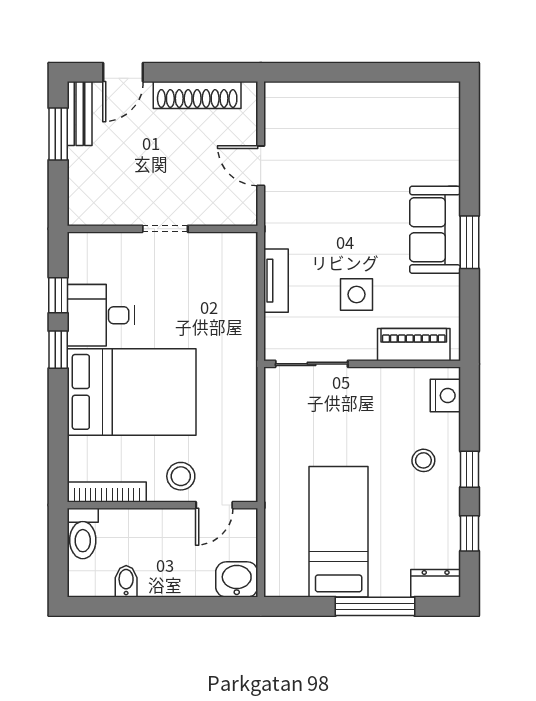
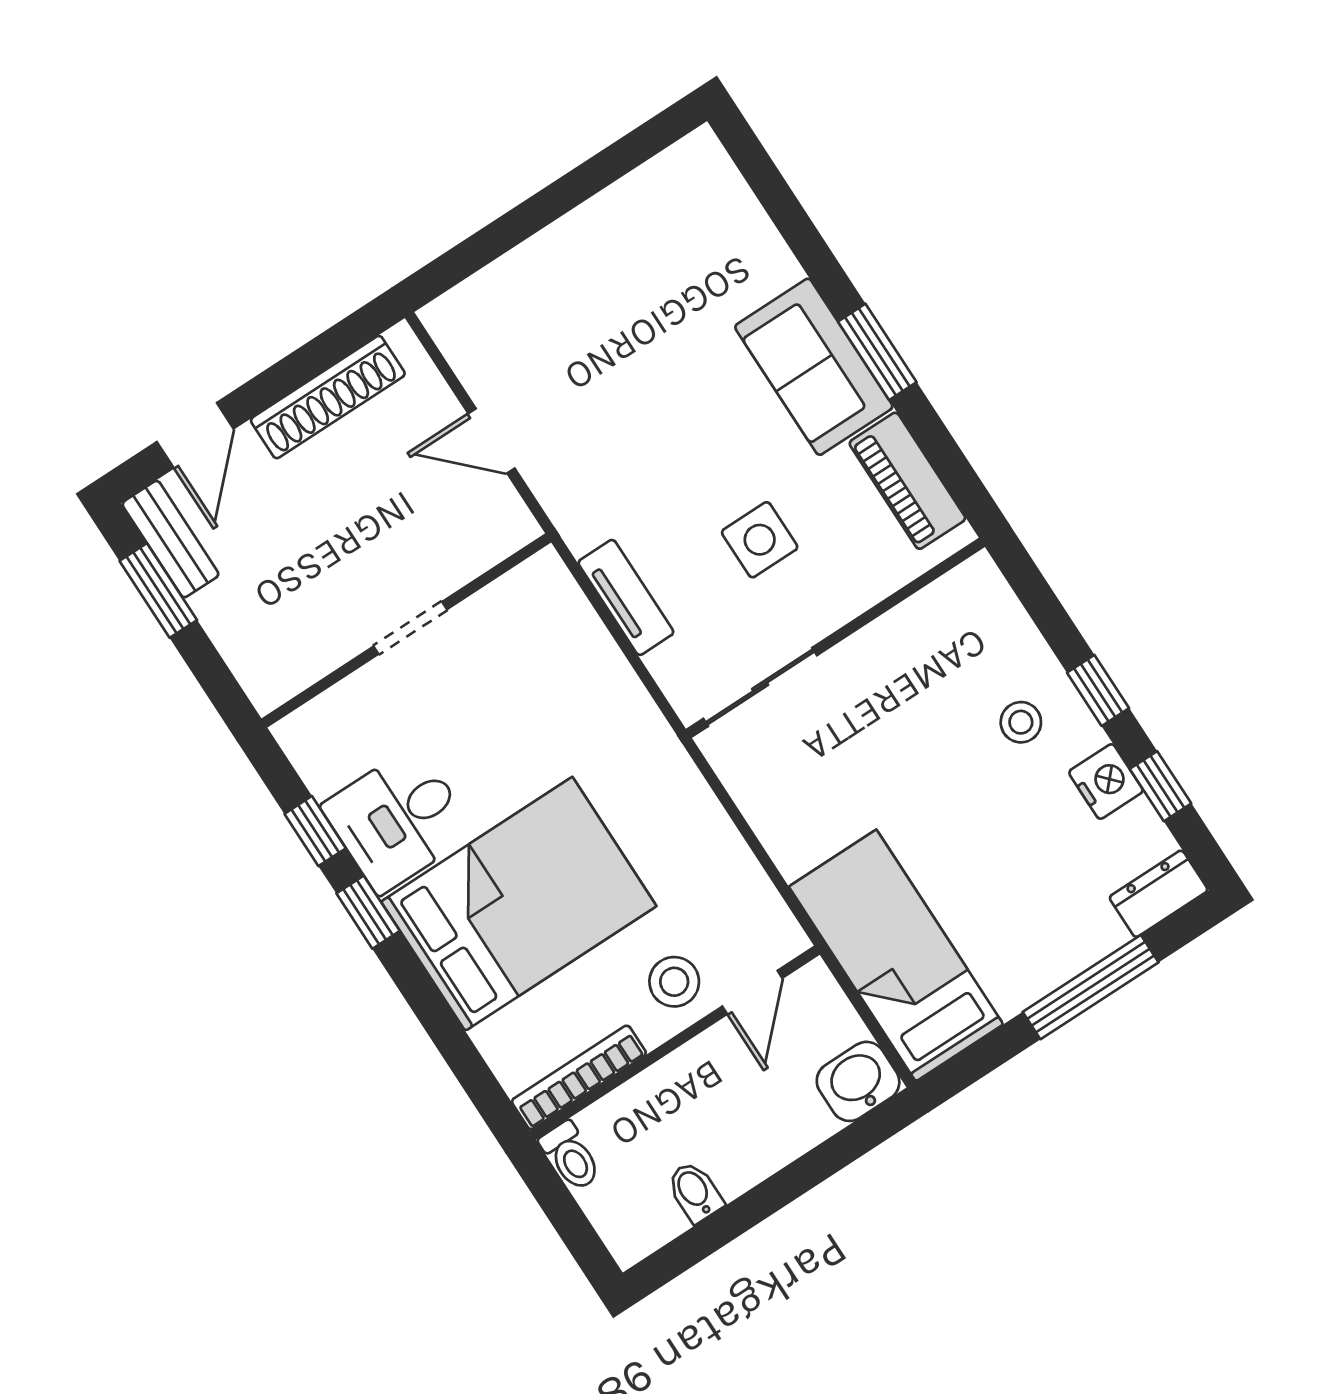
piano: (414, 345) -> (907, 481), moved, turned -90
nightstand: (445, 396) -> (1106, 781), moved
bed: (339, 532) -> (896, 955), moved
toilet: (83, 534) -> (571, 1156), width x0.73, depth x0.72

